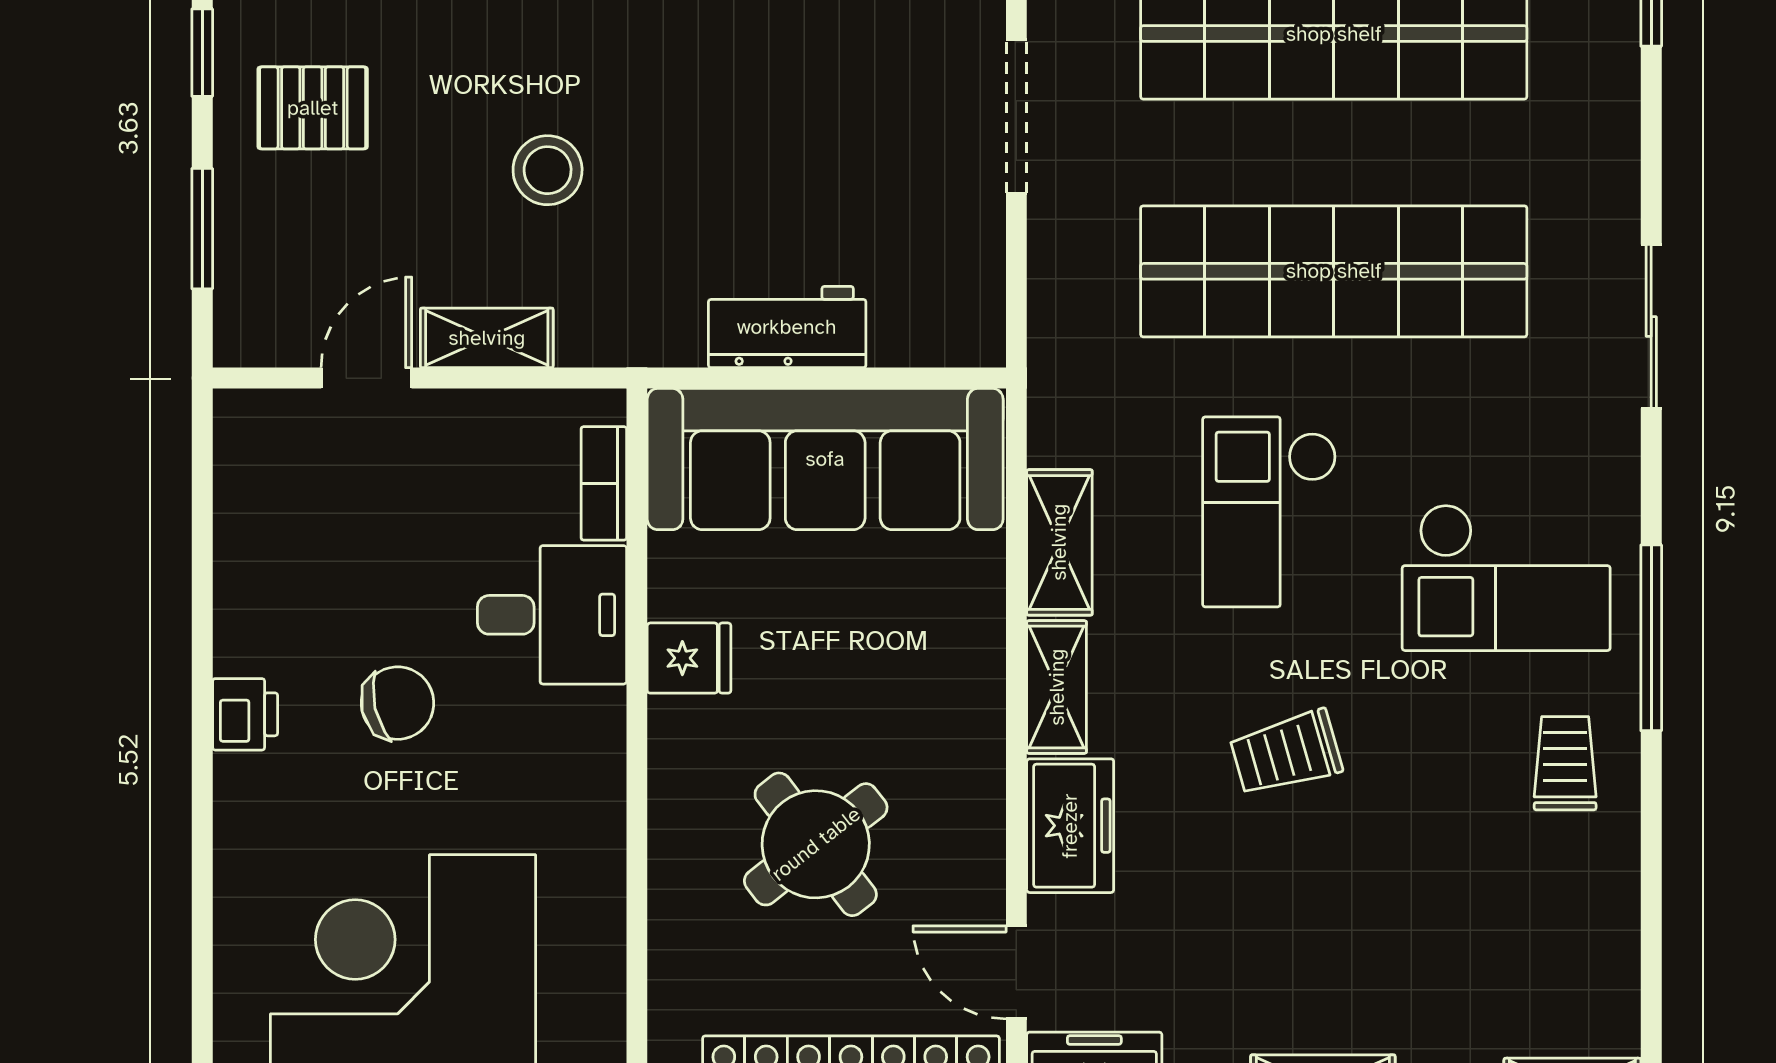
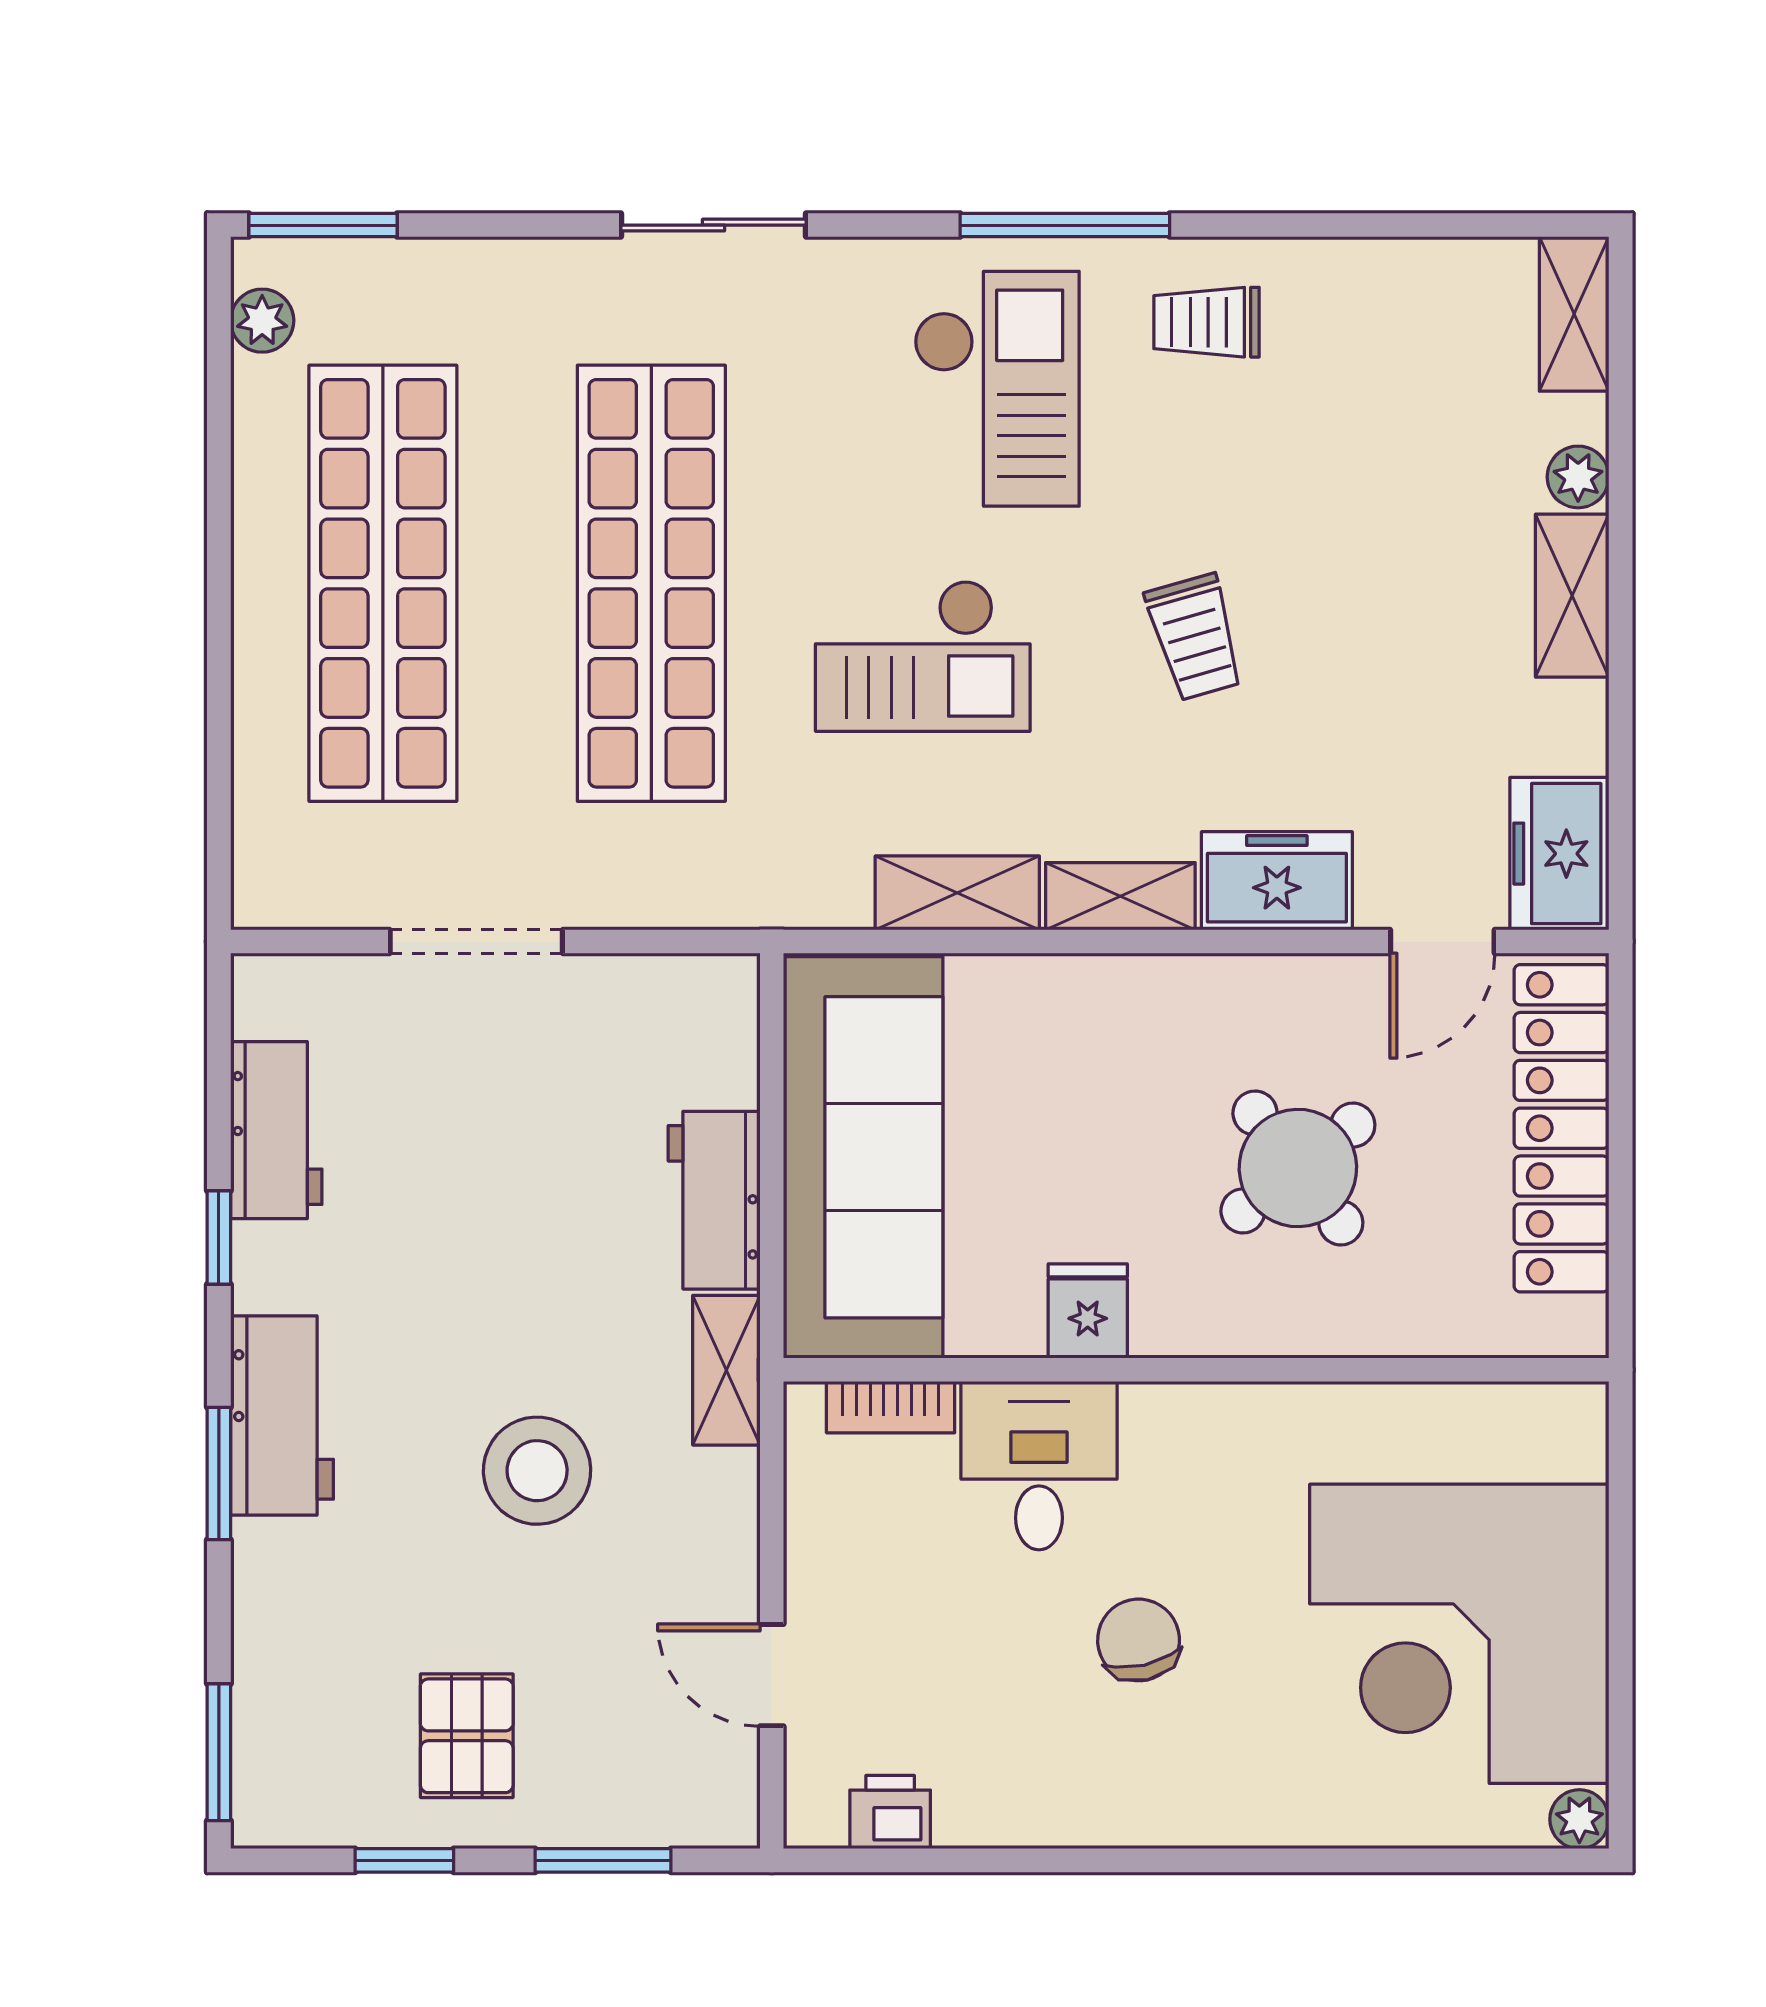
stool: (548, 170) -> (537, 1471), width x1.38, depth x1.38
shelving: (487, 338) -> (726, 1370), moved
printer: (245, 714) -> (890, 1812), moved

